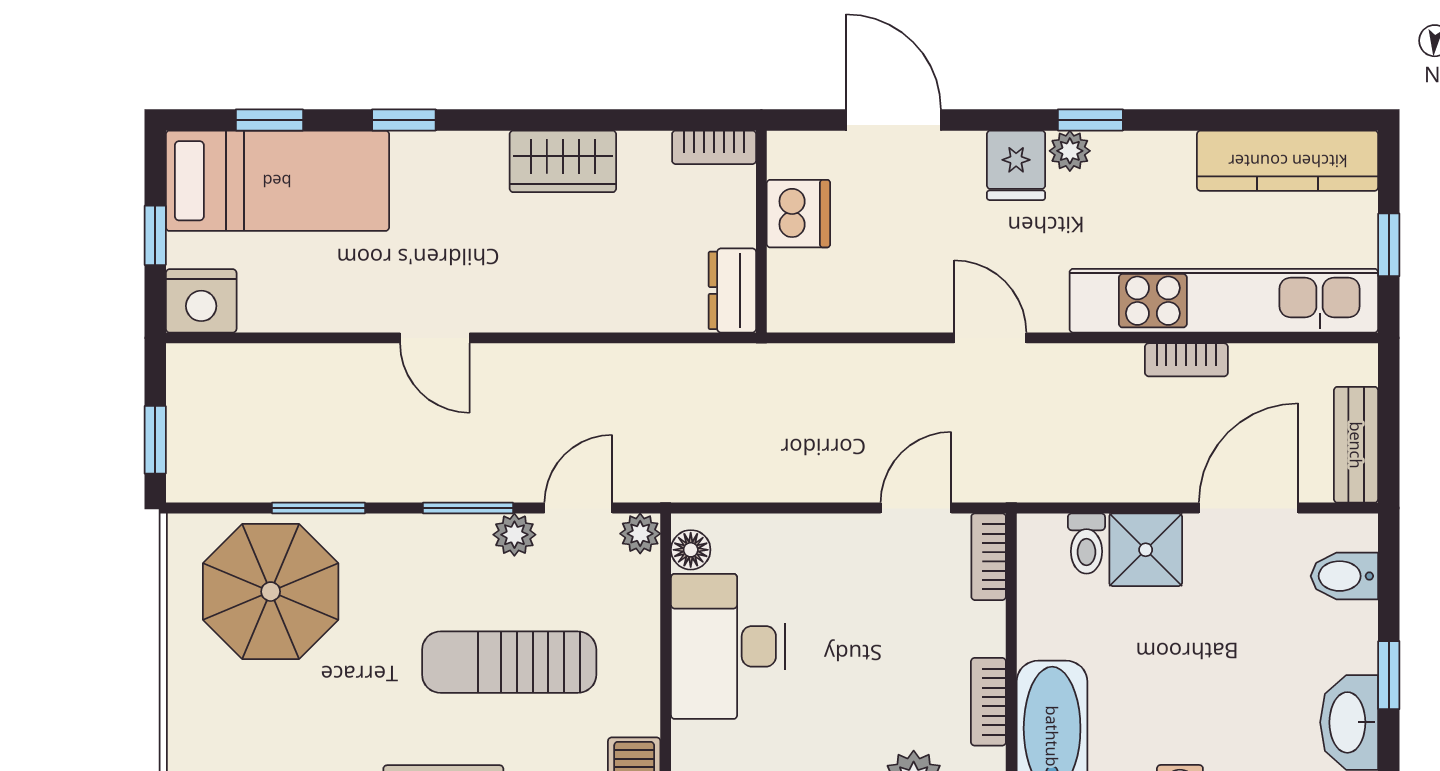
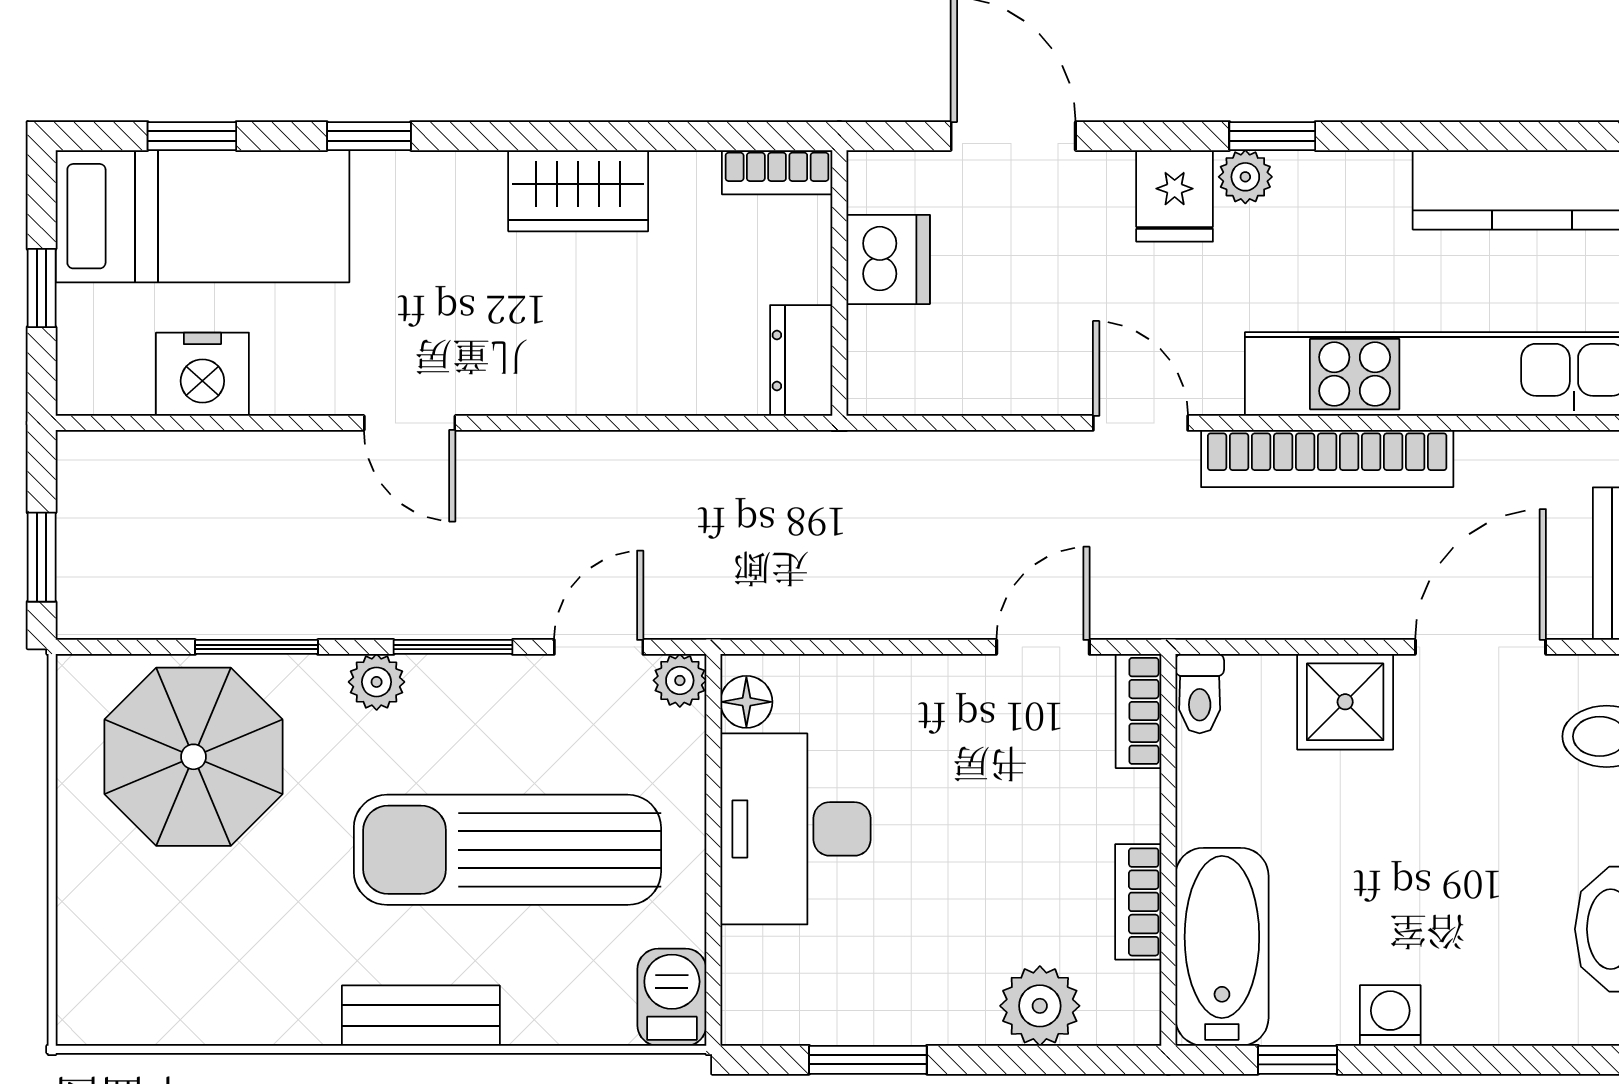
nightstand: (201, 301) -> (202, 374), moved
bookcase: (1186, 360) -> (1327, 459), width x2.31, depth x1.31
plant: (514, 535) -> (377, 682), moved
toilet: (1086, 544) -> (1200, 694), moved
sun lounger: (509, 662) -> (507, 850), width x1.36, depth x1.34

